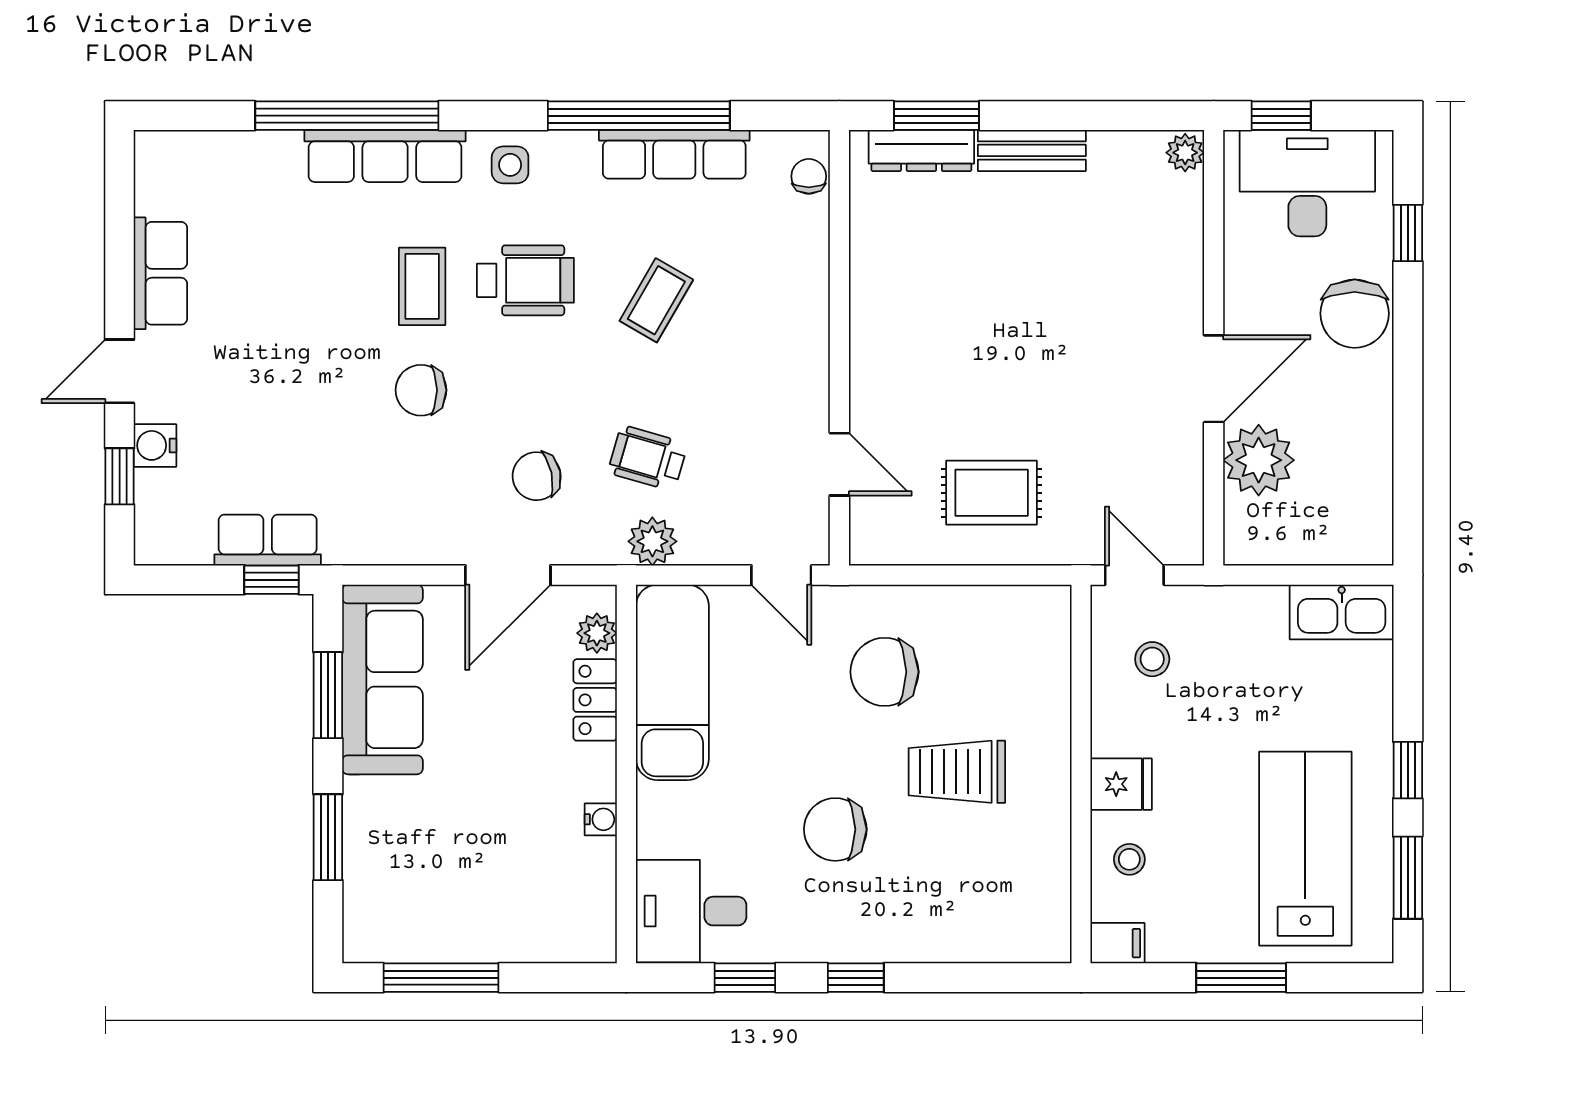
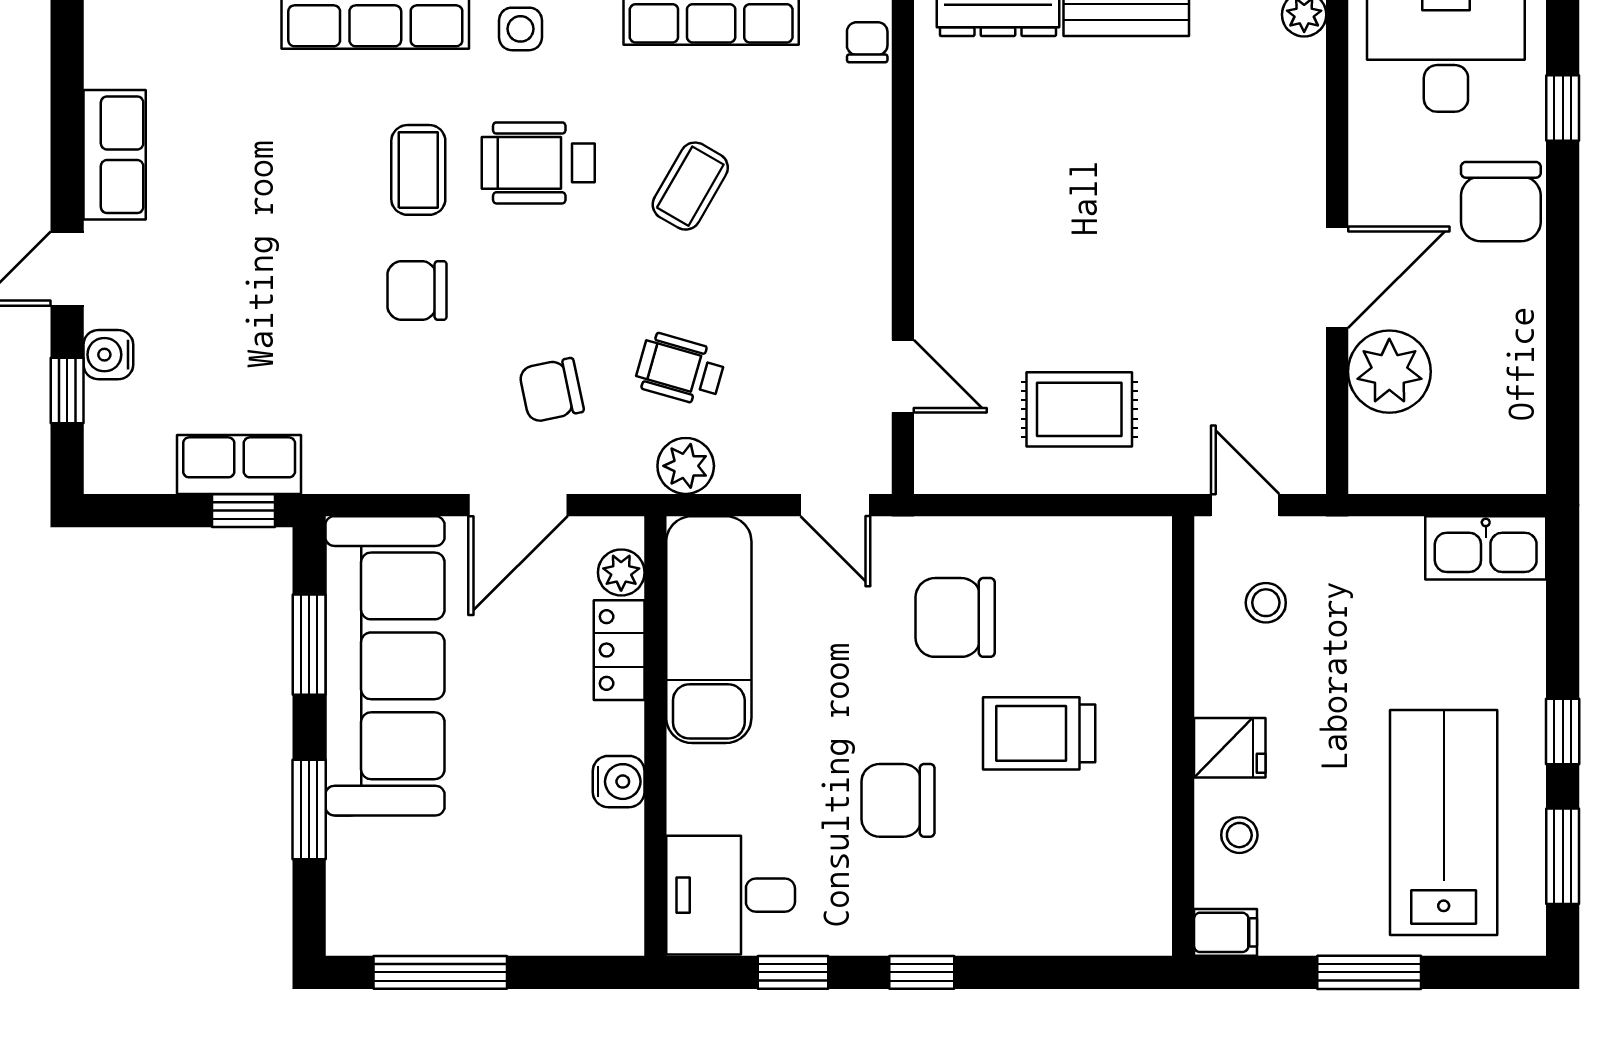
wheelchair: (525, 280) -> (538, 163), turned 180
sofa: (382, 679) -> (385, 666), width x1.36, depth x1.27
water cooler: (601, 819) -> (619, 782), width x1.38, depth x1.38

